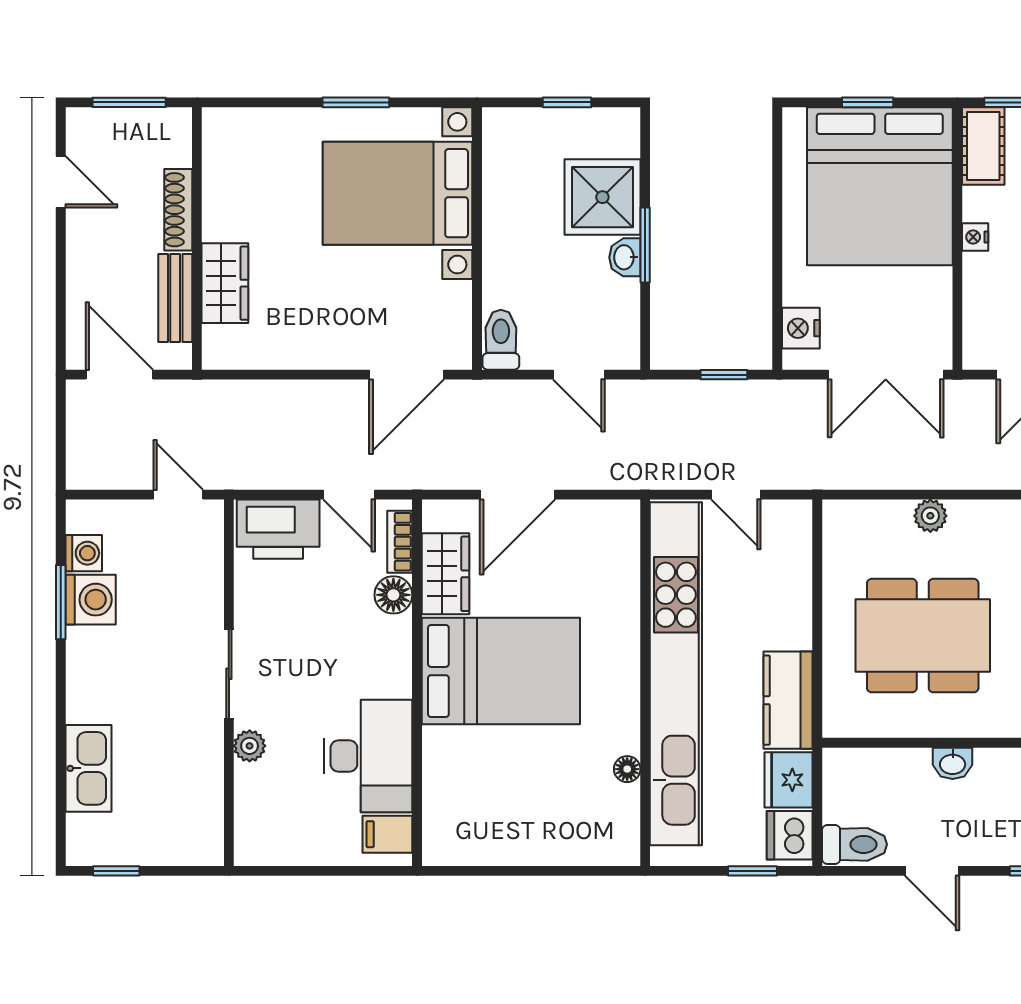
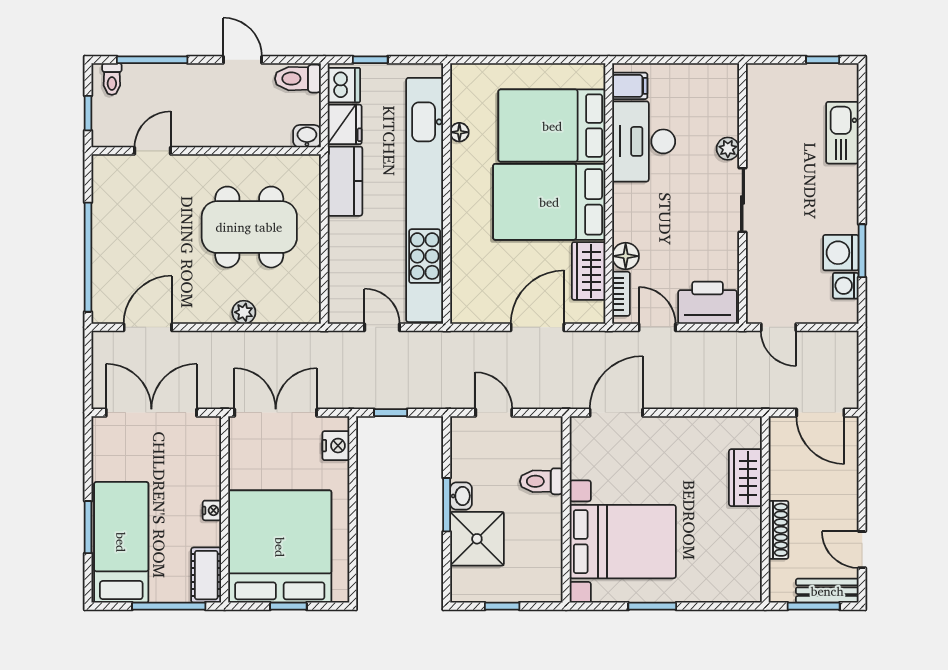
bench: (175, 298) -> (827, 591), moved, turned 90
toilet: (501, 340) -> (541, 481), moved, turned 90
washbasin: (953, 763) -> (307, 136), moved
bed: (497, 778) -> (552, 126), added

